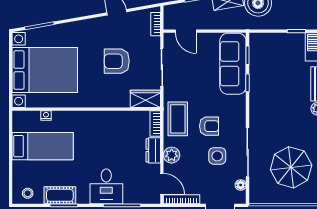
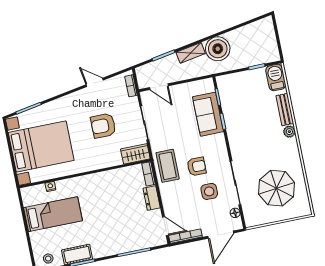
sofa: (233, 64) -> (208, 114), width x0.73
plant: (172, 155) -> (169, 199), removed
desk: (106, 186) -> (117, 238), removed

